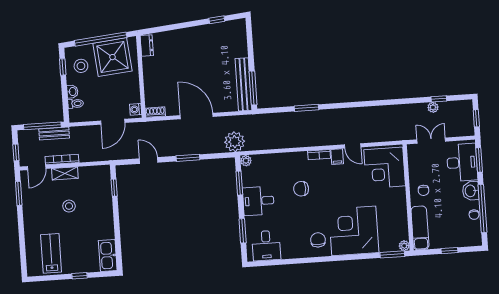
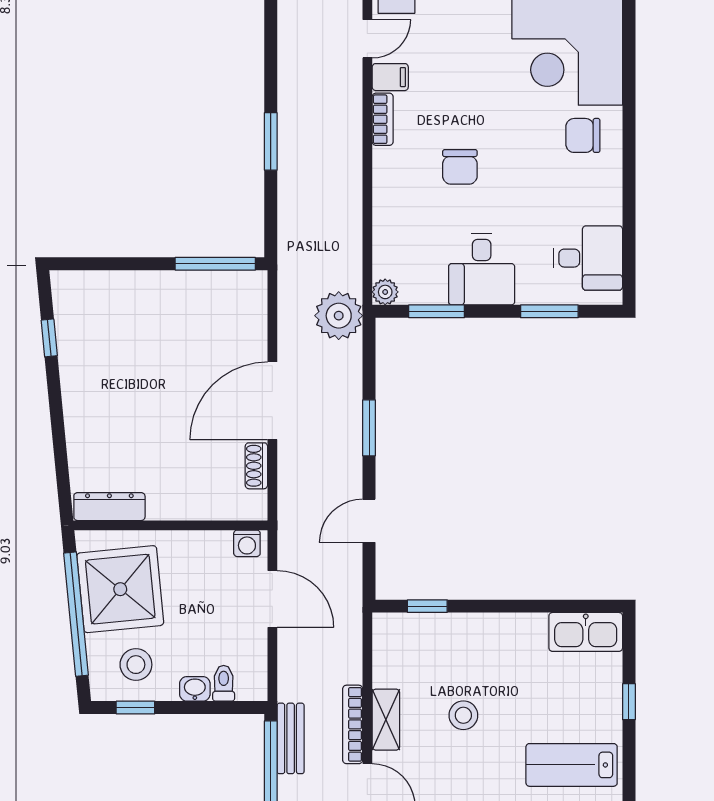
dresser: (147, 46) -> (109, 507), width x1.44
bench: (243, 84) -> (205, 286), removed
shoe rack: (155, 112) -> (256, 466), moved

